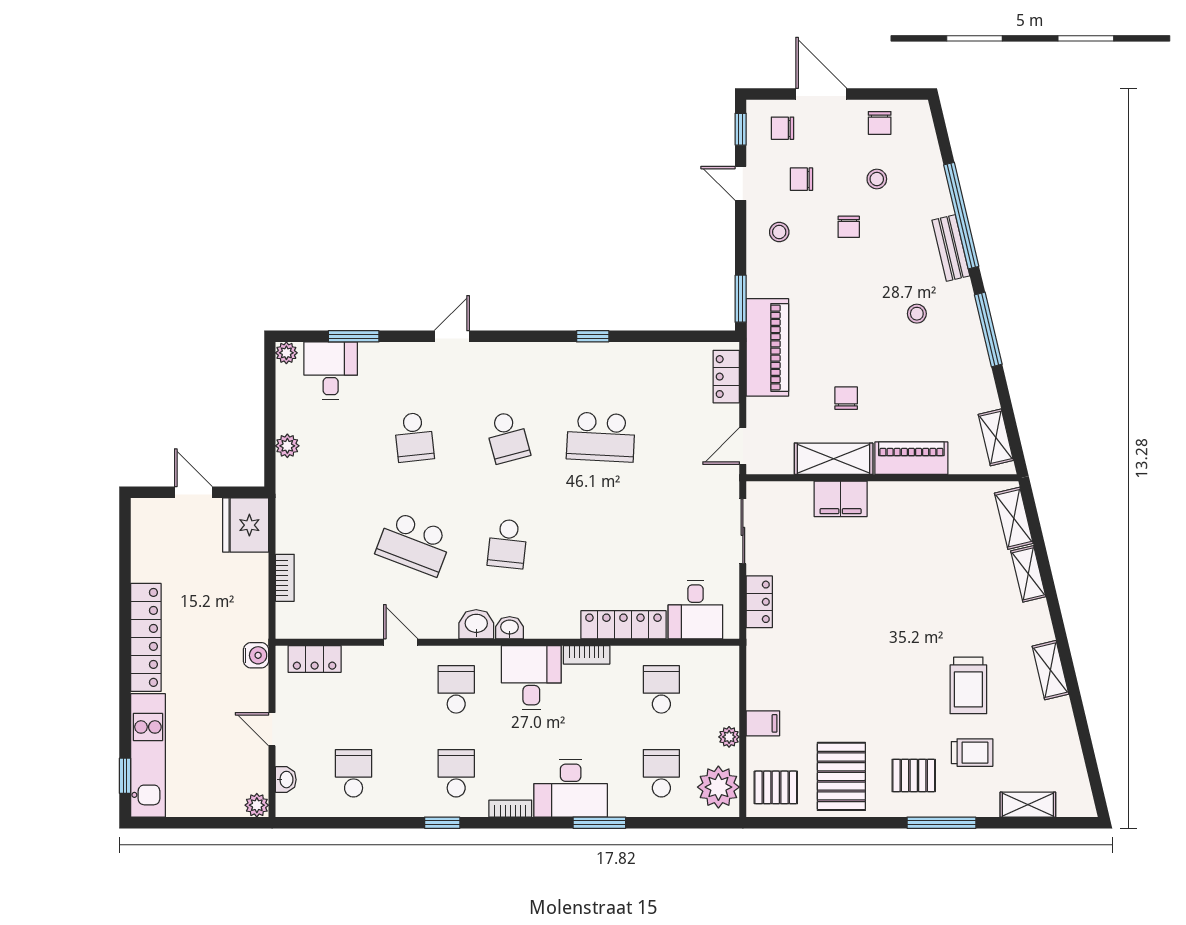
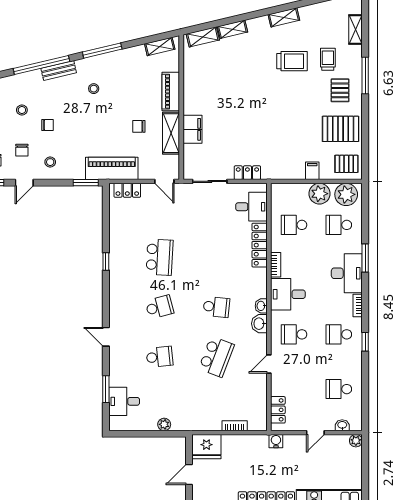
plant: (286, 353) -> (115, 425), removed
plant: (729, 737) -> (319, 194), width x1.88, depth x1.88
pallet: (776, 787) -> (346, 164), turned 90

